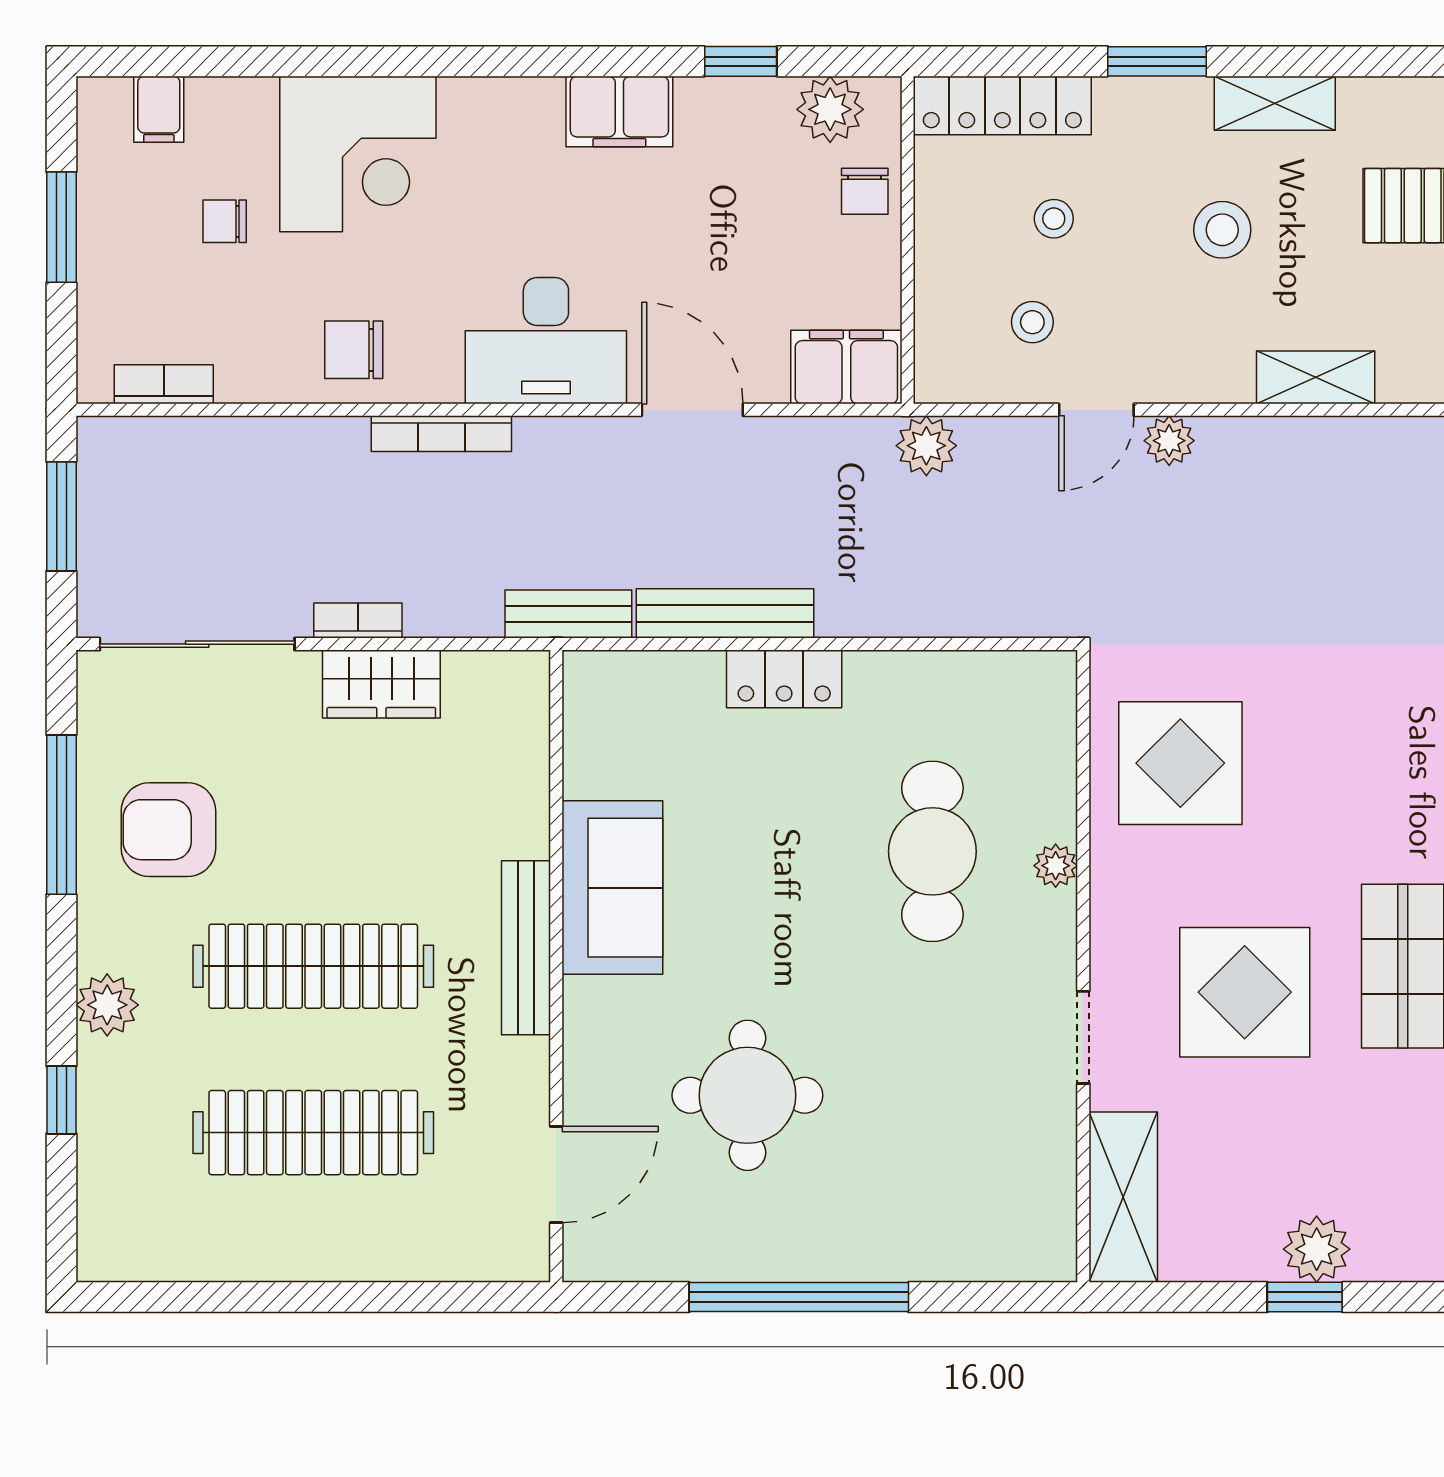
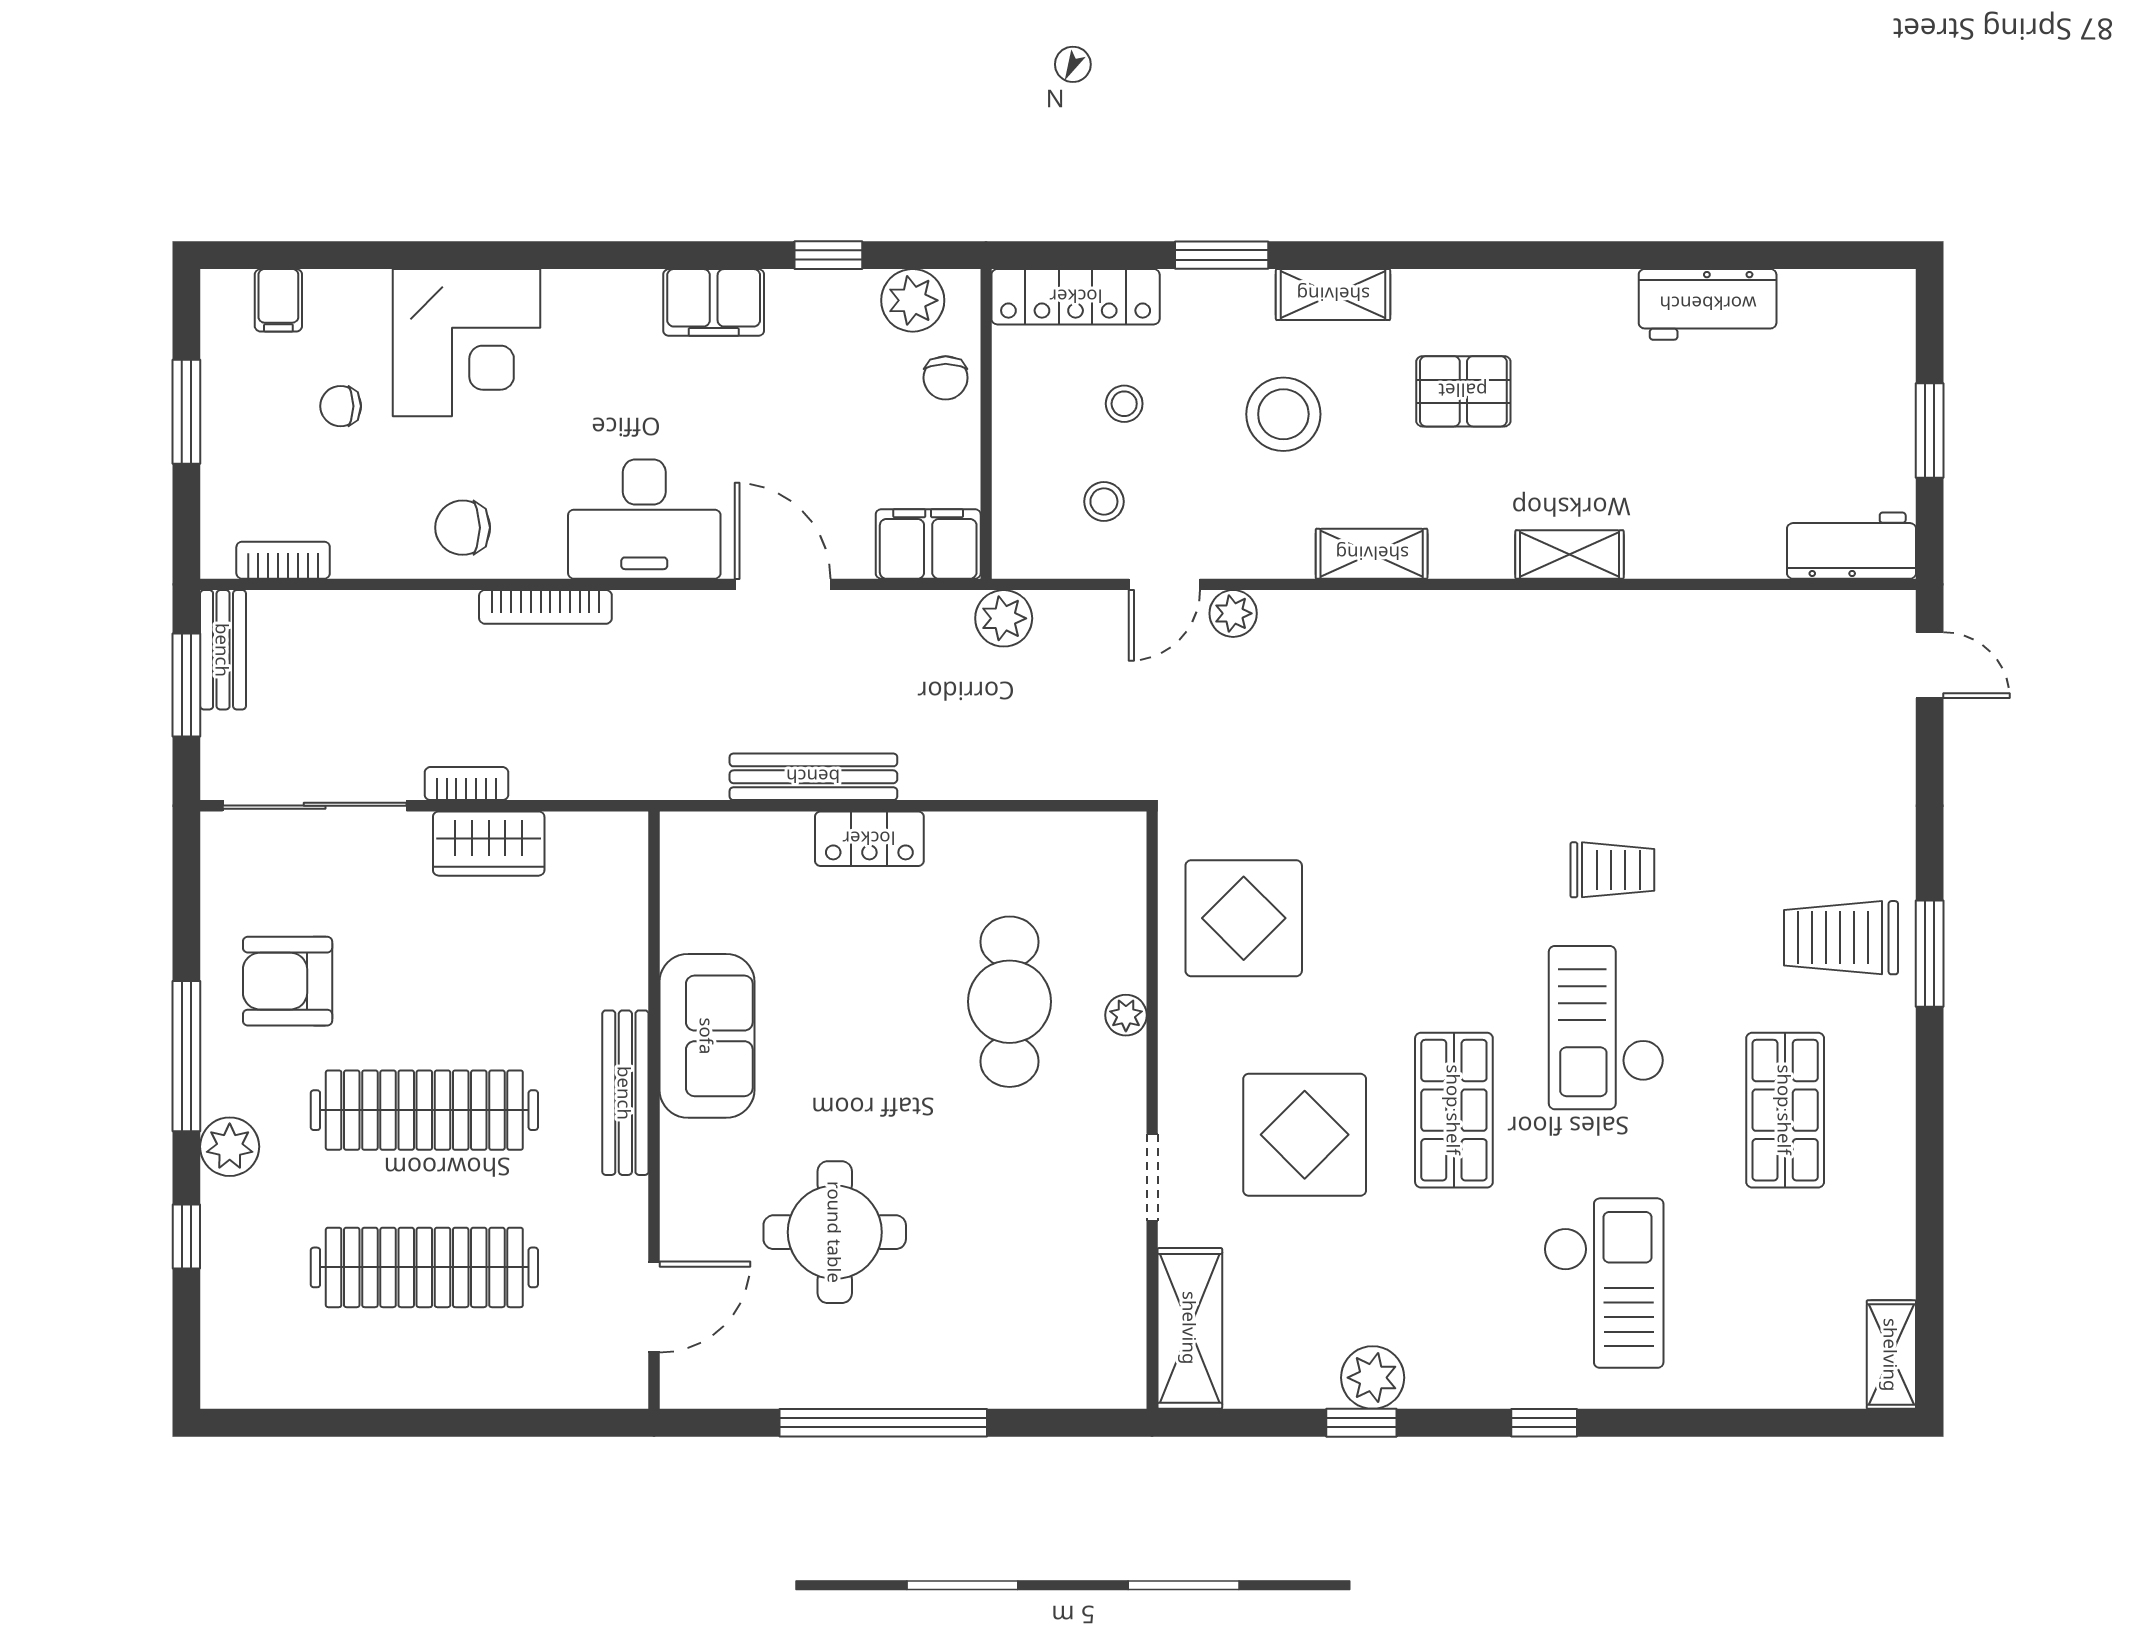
stool: (1222, 230) -> (1283, 414), width x1.38, depth x1.38
bench: (568, 614) -> (223, 650), moved, turned 90
window: (61, 815) -> (186, 1056), moved

